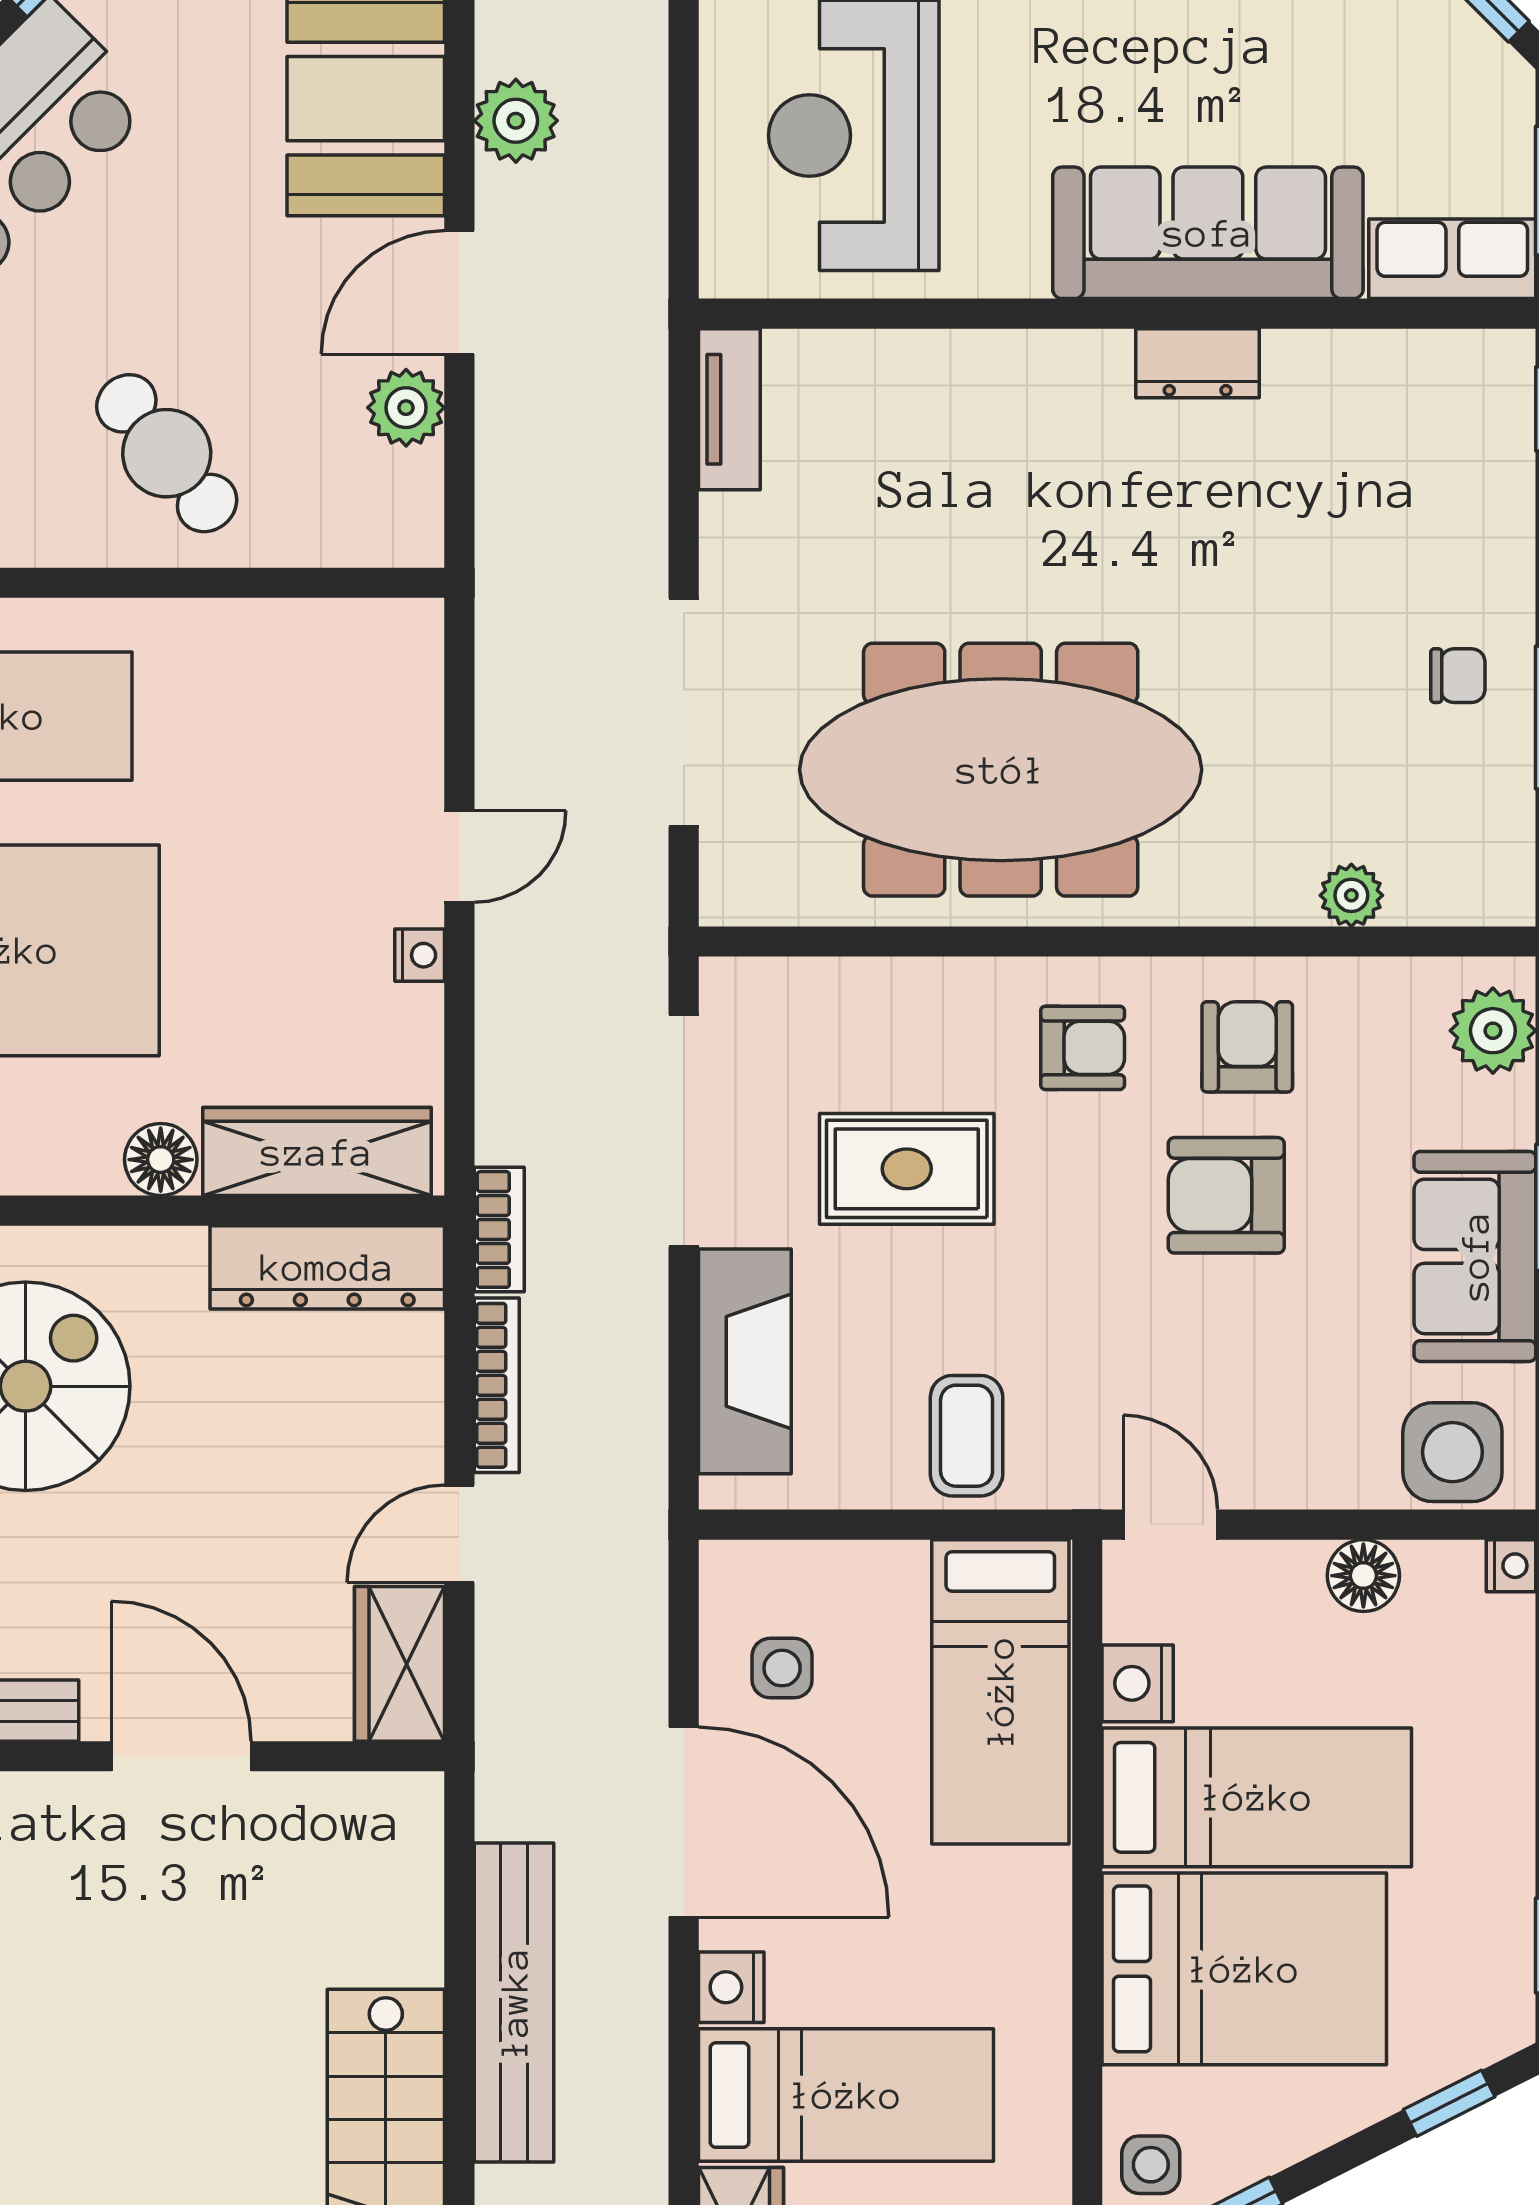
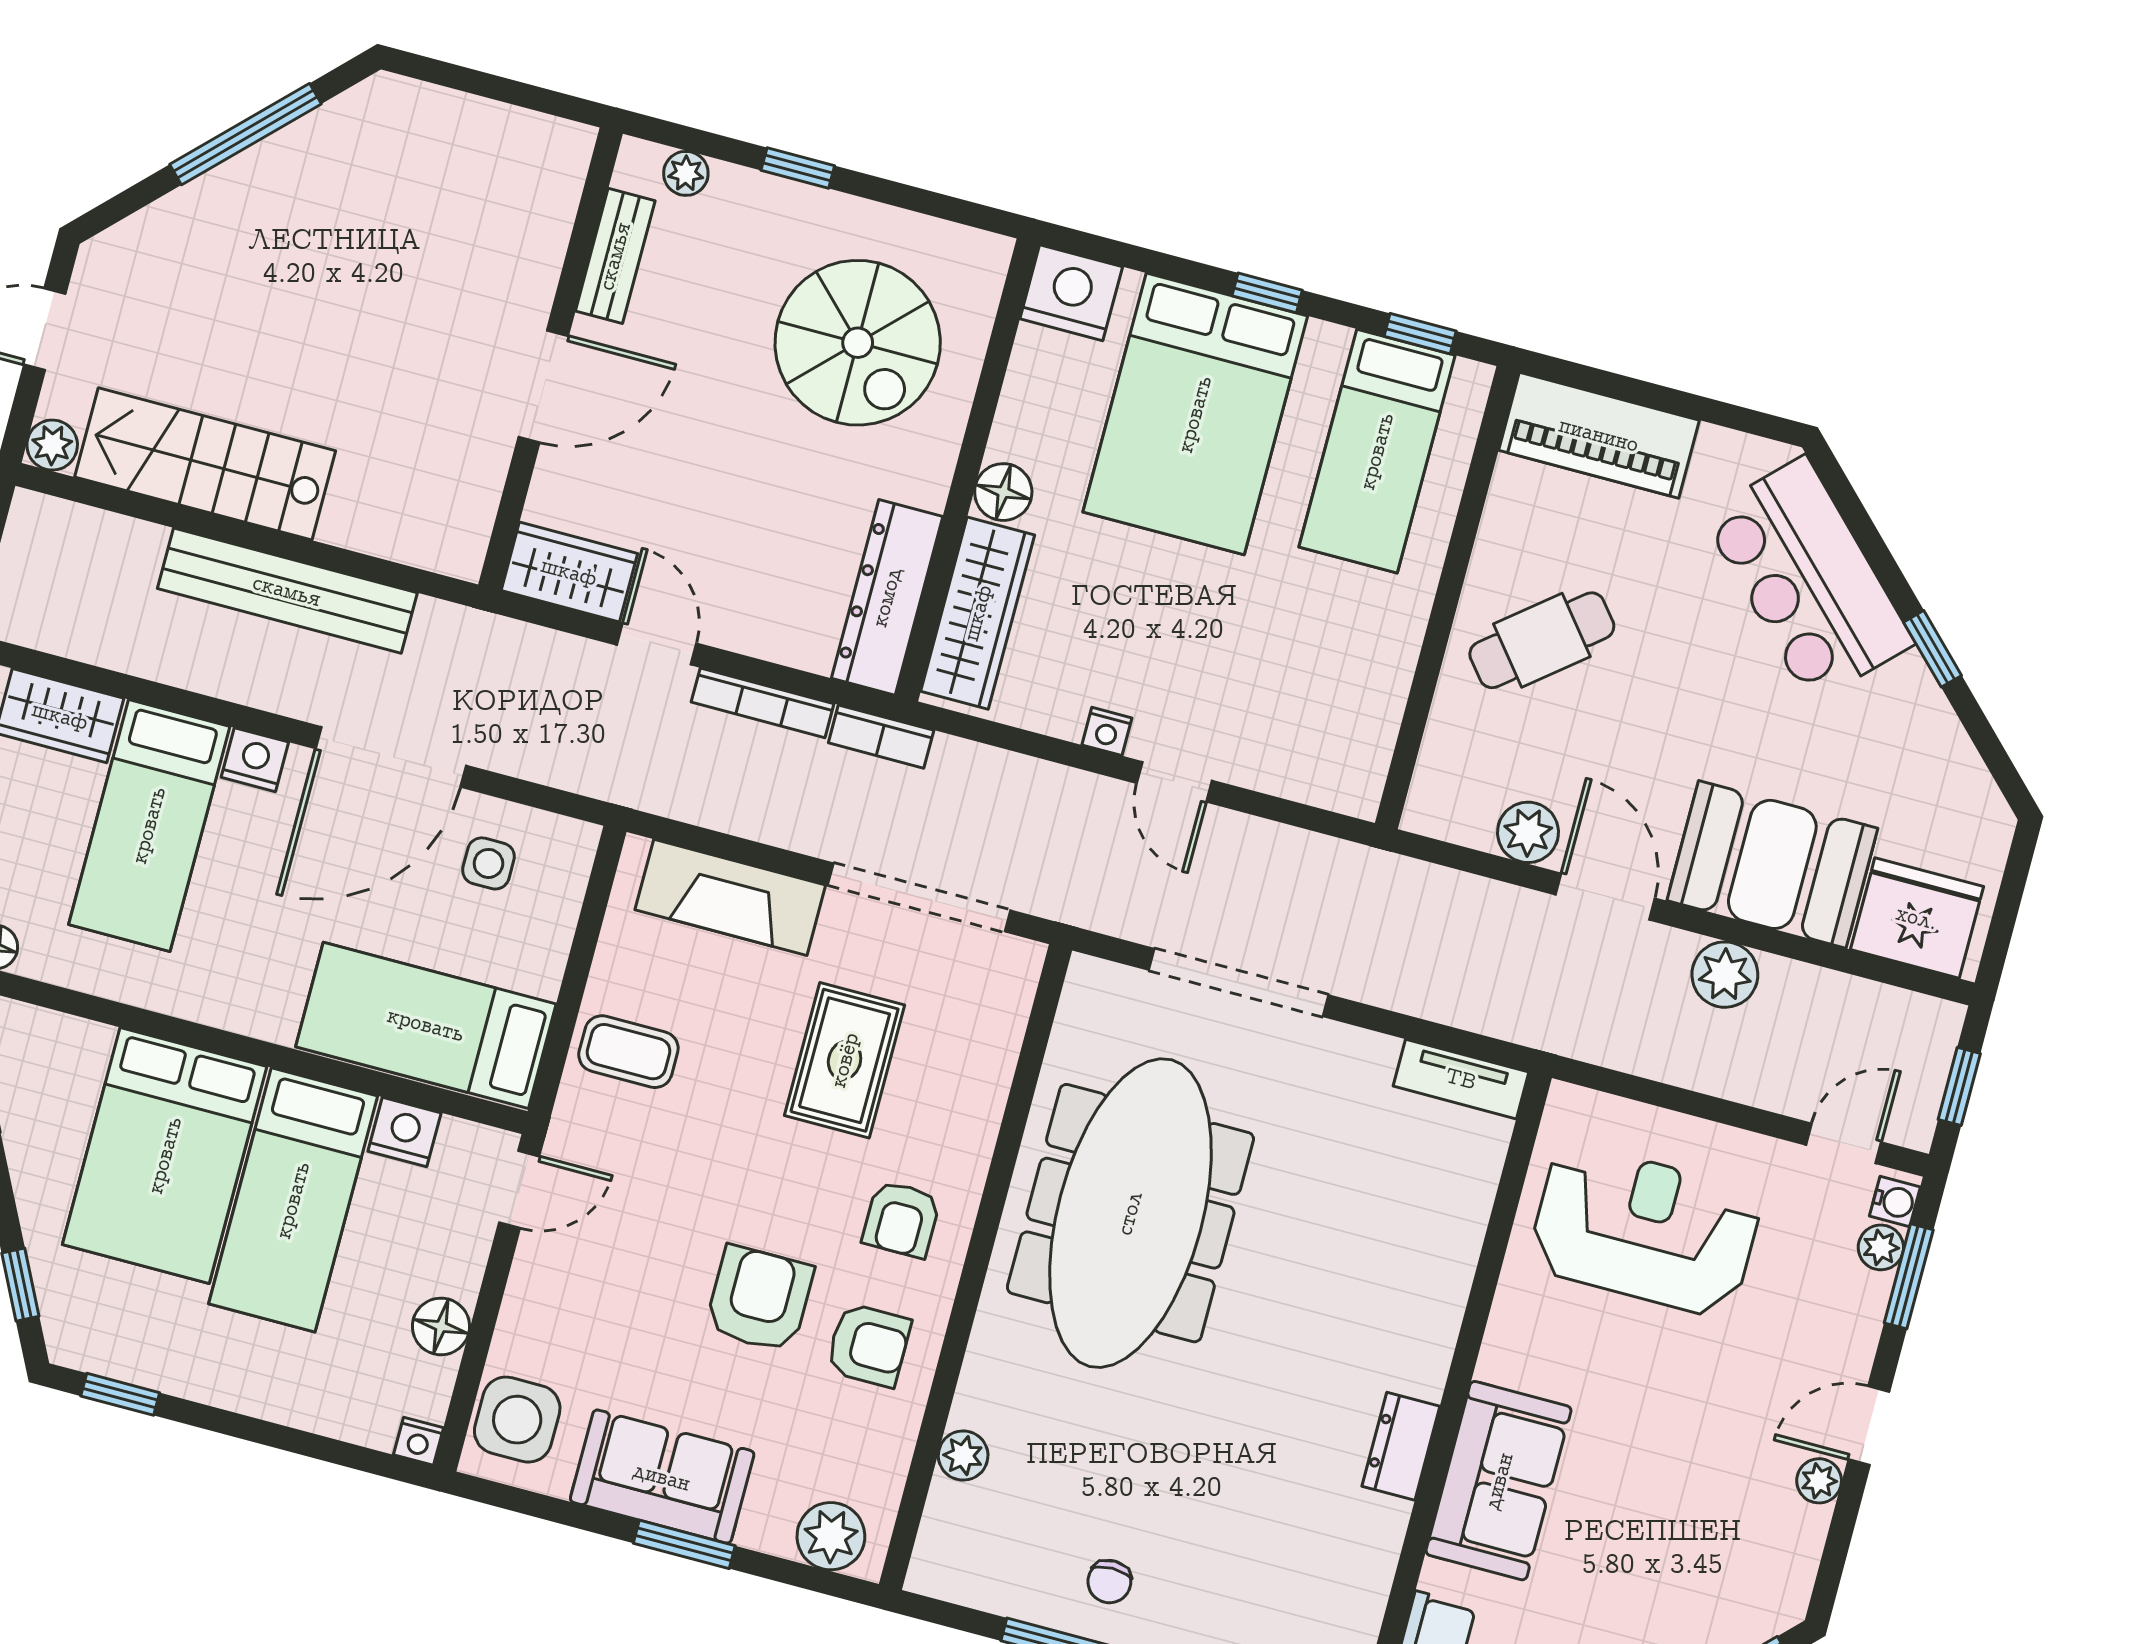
sofa: (1208, 233) -> (1499, 1481), width x0.73
side table: (1151, 2165) -> (34, 1044), removed

